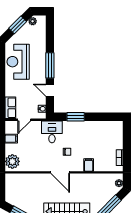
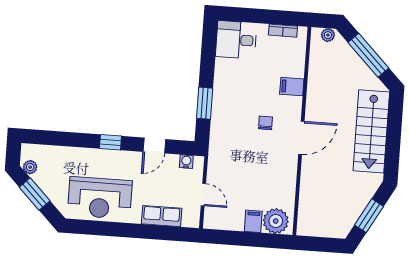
window: (50, 65) -> (110, 142), width x0.46
row of seats: (10, 108) -> (162, 216), moved
desk: (52, 132) -> (236, 40), moved
filing cabinet: (11, 139) -> (253, 221), moved

